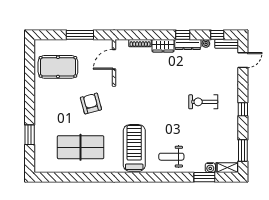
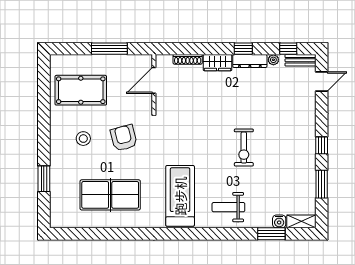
exercise bike: (203, 102) -> (244, 148), moved, turned -90
stool: (60, 104) -> (83, 139), added
window: (243, 150) -> (322, 184), moved

